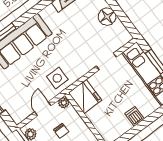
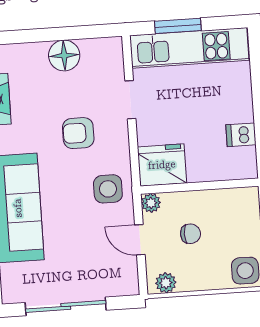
armchair: (75, 47) -> (78, 133), added
dishwasher: (135, 116) -> (241, 135), moved

